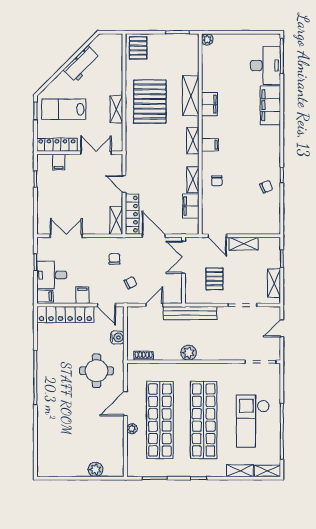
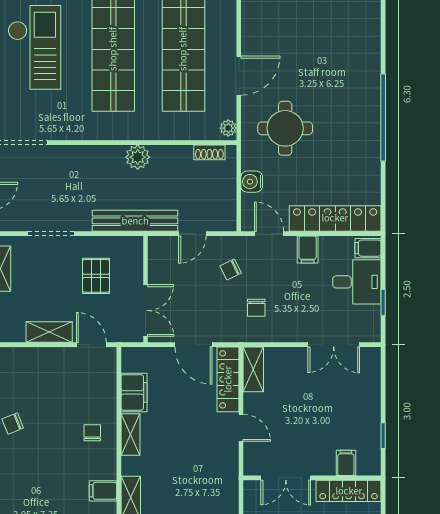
plant: (132, 429) -> (228, 128), moved

